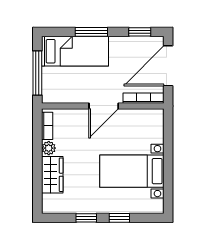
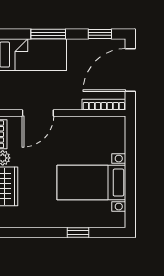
door: (104, 106) -> (38, 113), moved
window: (86, 218) -> (43, 232), removed

